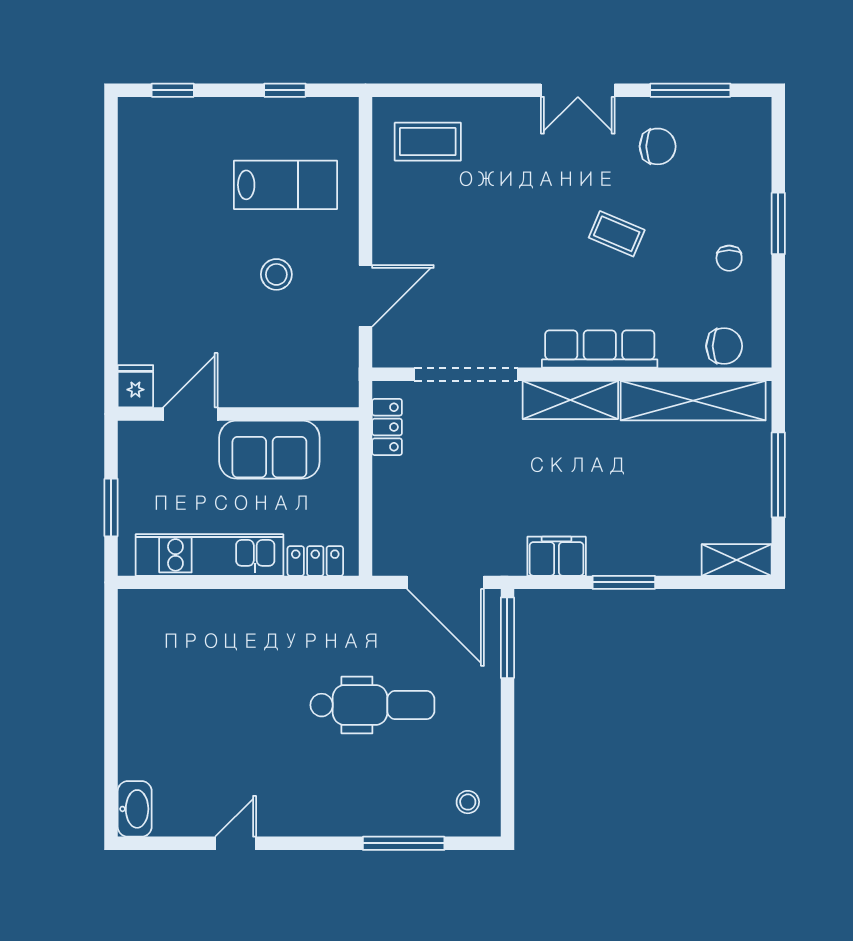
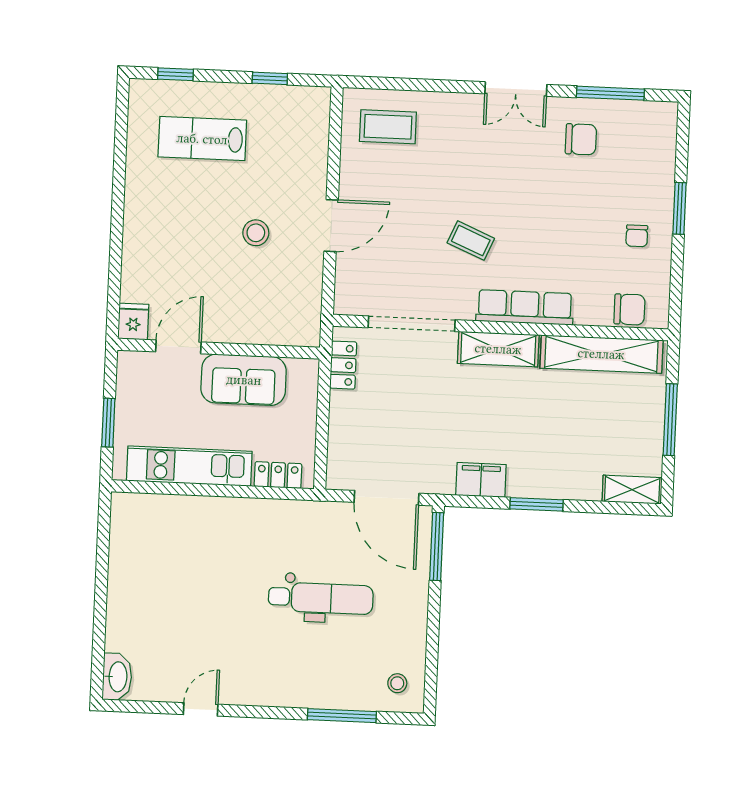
lab bench: (285, 185) -> (202, 139), moved, turned 180
coffee table: (617, 234) -> (471, 241), moved
door: (365, 296) -> (331, 226), moved

